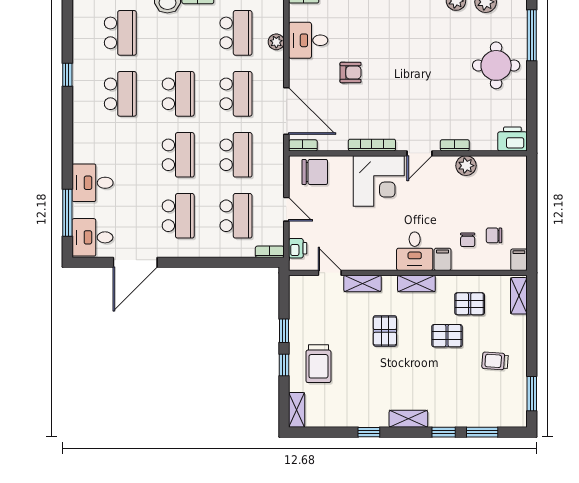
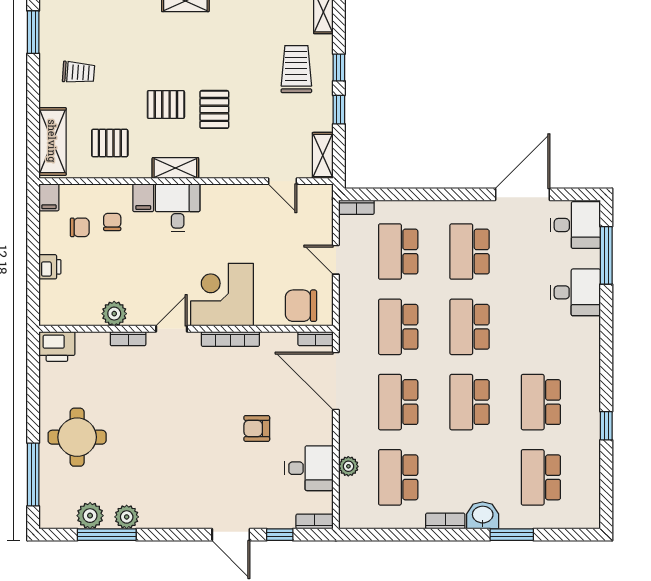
printer: (298, 248) -> (50, 267), moved, turned 180
shelving: (362, 283) -> (323, 155), moved, turned 90
shelving: (519, 296) -> (52, 141), width x1.50, depth x1.33
pallet: (447, 336) -> (166, 104), moved

